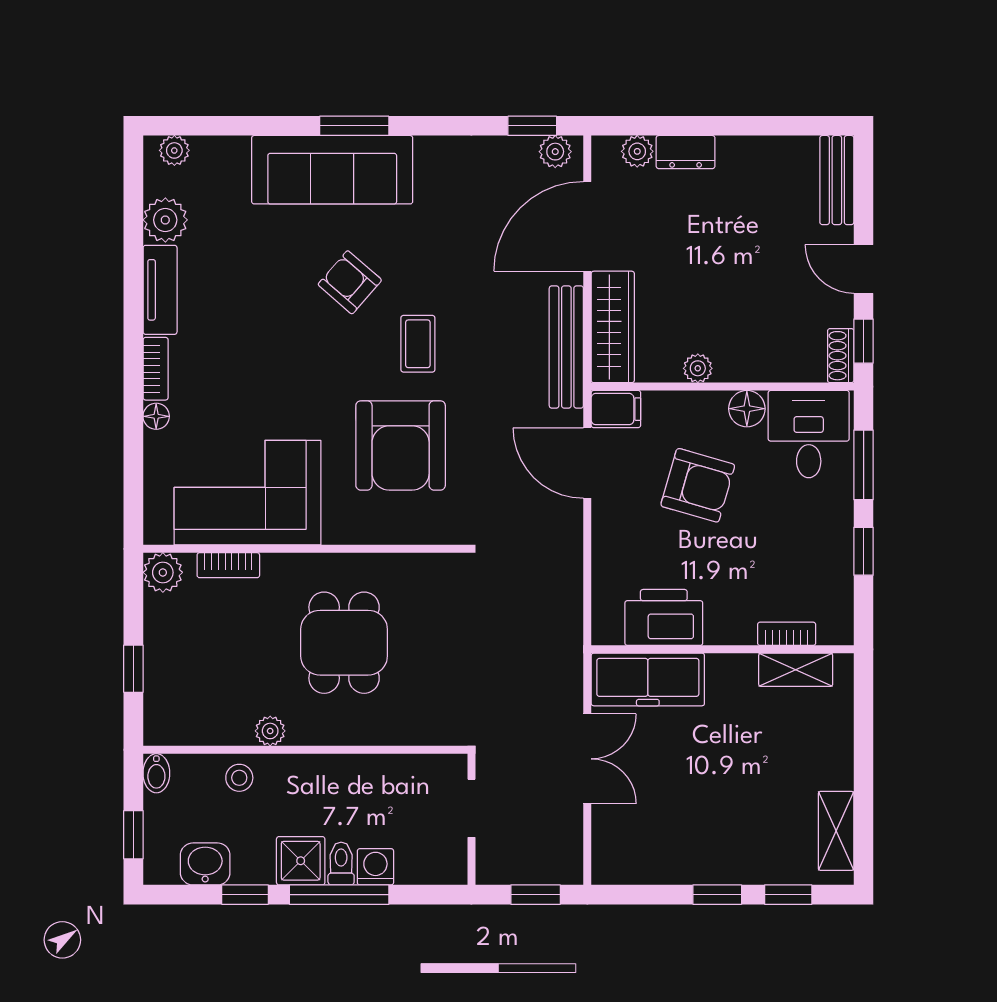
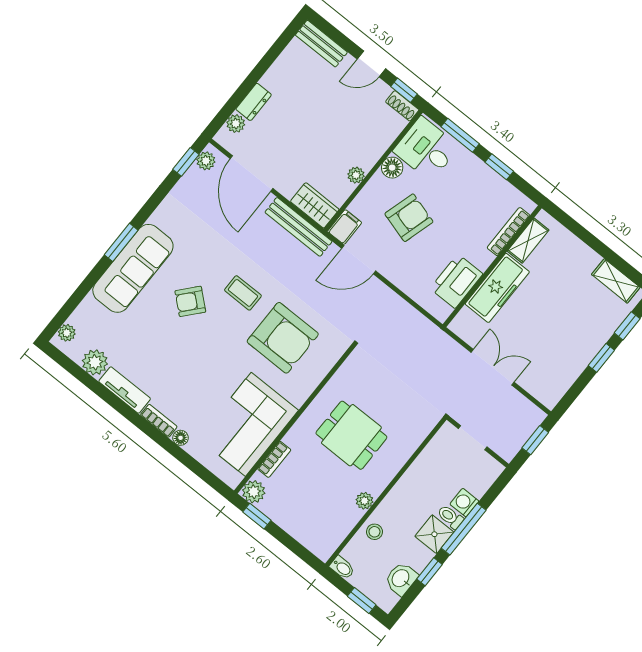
wardrobe: (613, 327) -> (315, 205), width x0.67
bookcase: (787, 634) -> (509, 232), width x1.56
window: (133, 669) -> (257, 516), moved
freezer: (648, 679) -> (497, 288), moved

